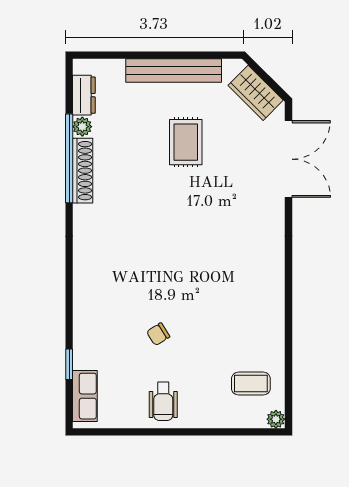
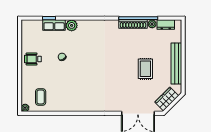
rug: (186, 142) -> (145, 69), turned 90
plant: (86, 312) -> (72, 25), added
row of seats: (85, 396) -> (54, 25), moved

